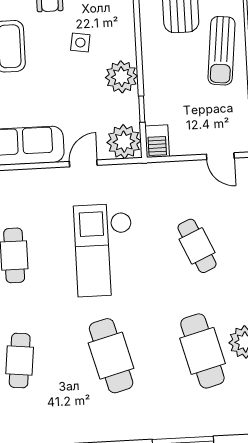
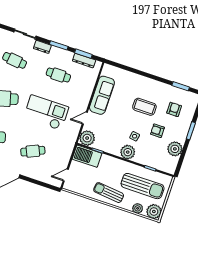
plant: (121, 77) -> (128, 152), moved
barbecue: (157, 141) -> (87, 156), width x1.88, depth x1.53
door: (83, 163) -> (85, 118), swing flipped

